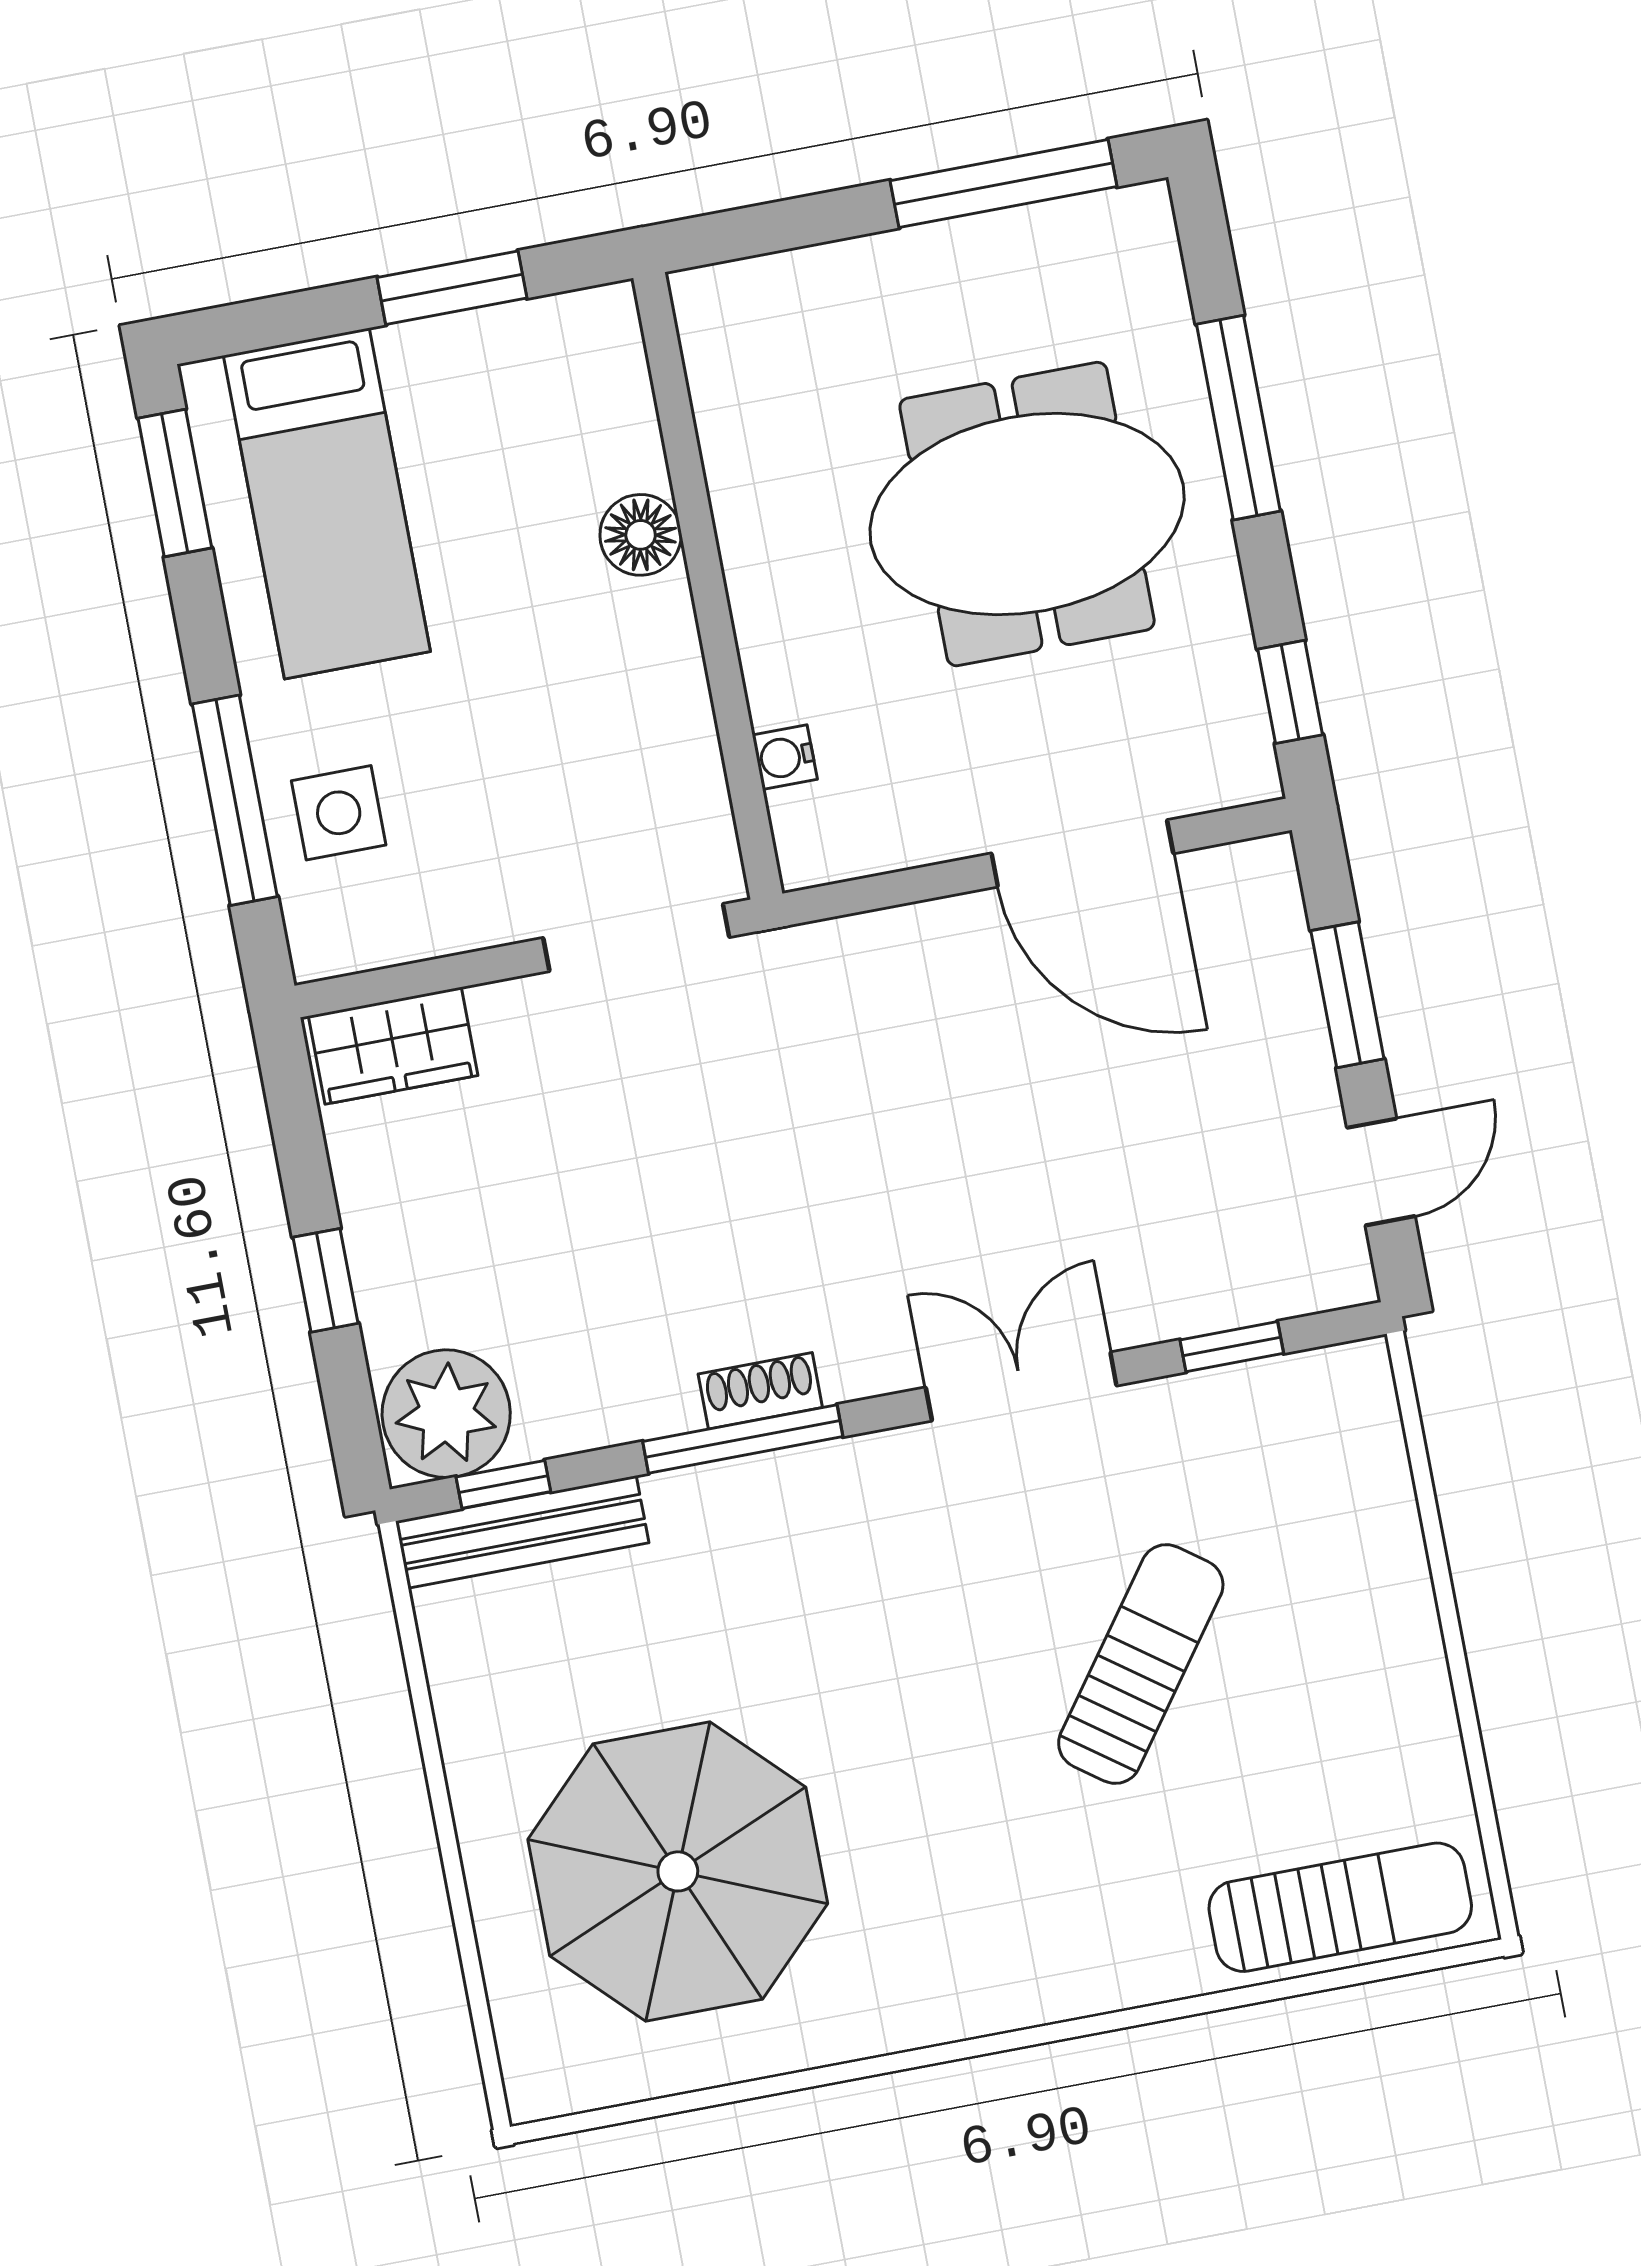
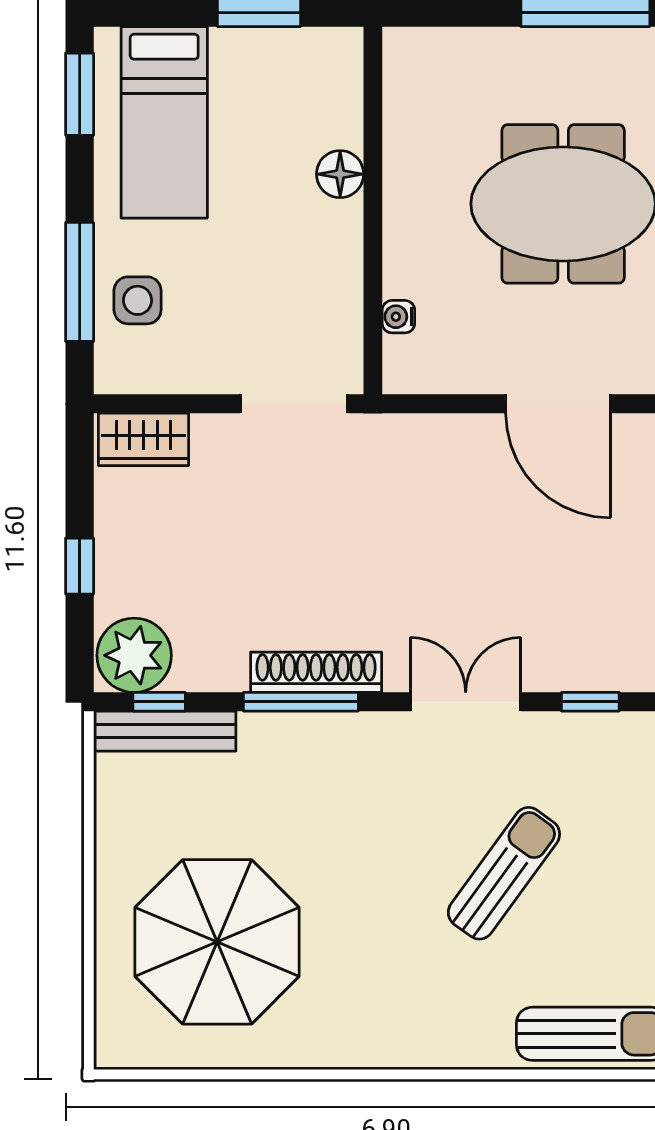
shoe rack: (760, 1391) -> (316, 672), width x1.94, depth x1.24

